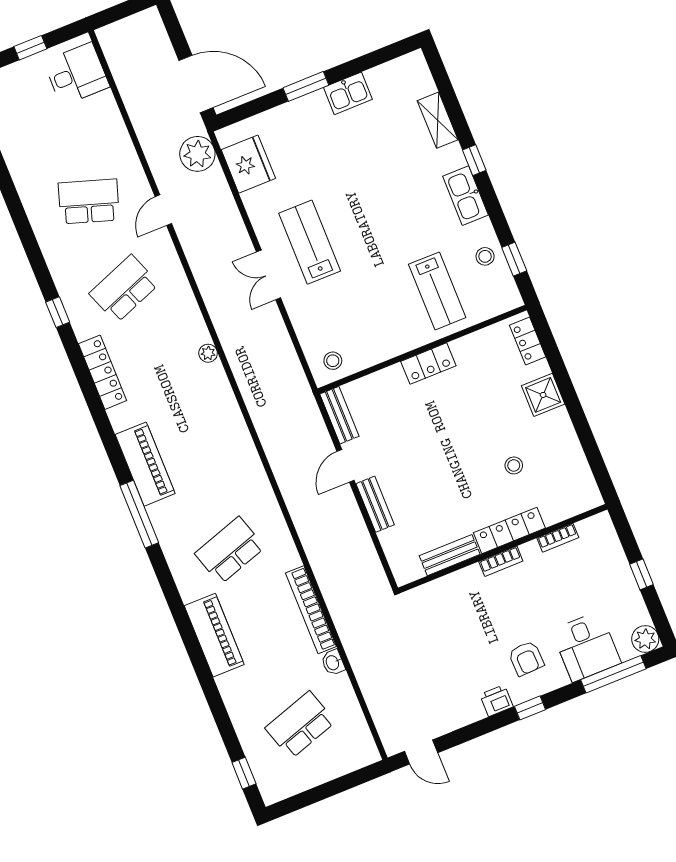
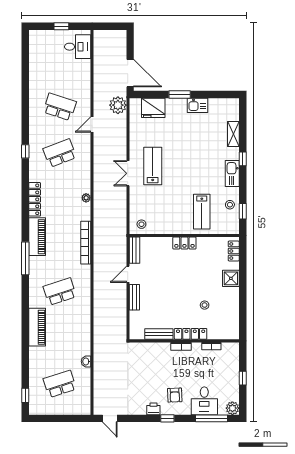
fridge: (248, 164) -> (153, 108), moved, turned 90
locker: (103, 372) -> (35, 199), moved
bookcase: (311, 610) -> (86, 243), moved

